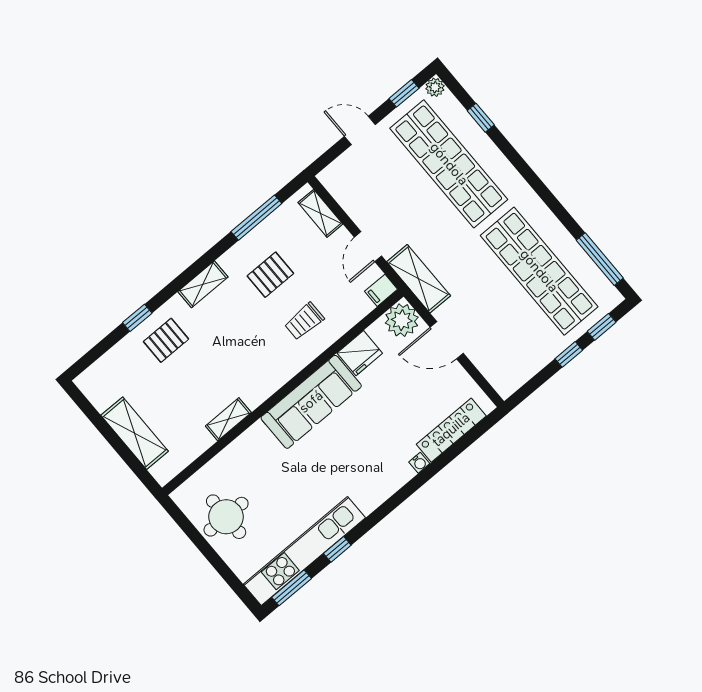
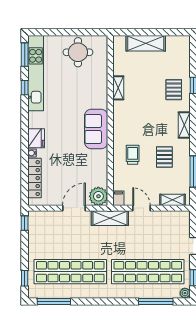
window: (481, 118) -> (156, 302), width x2.17
fridge: (360, 353) -> (36, 138), moved, turned 180
window: (569, 354) -> (25, 223), moved
sofa: (311, 402) -> (96, 129), width x0.73

